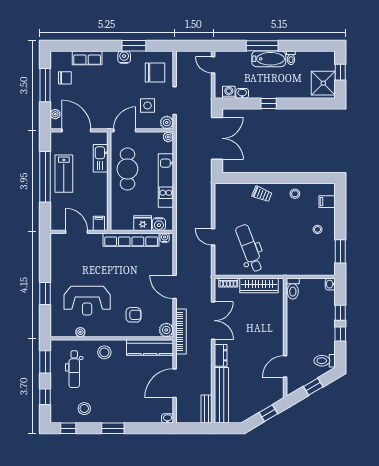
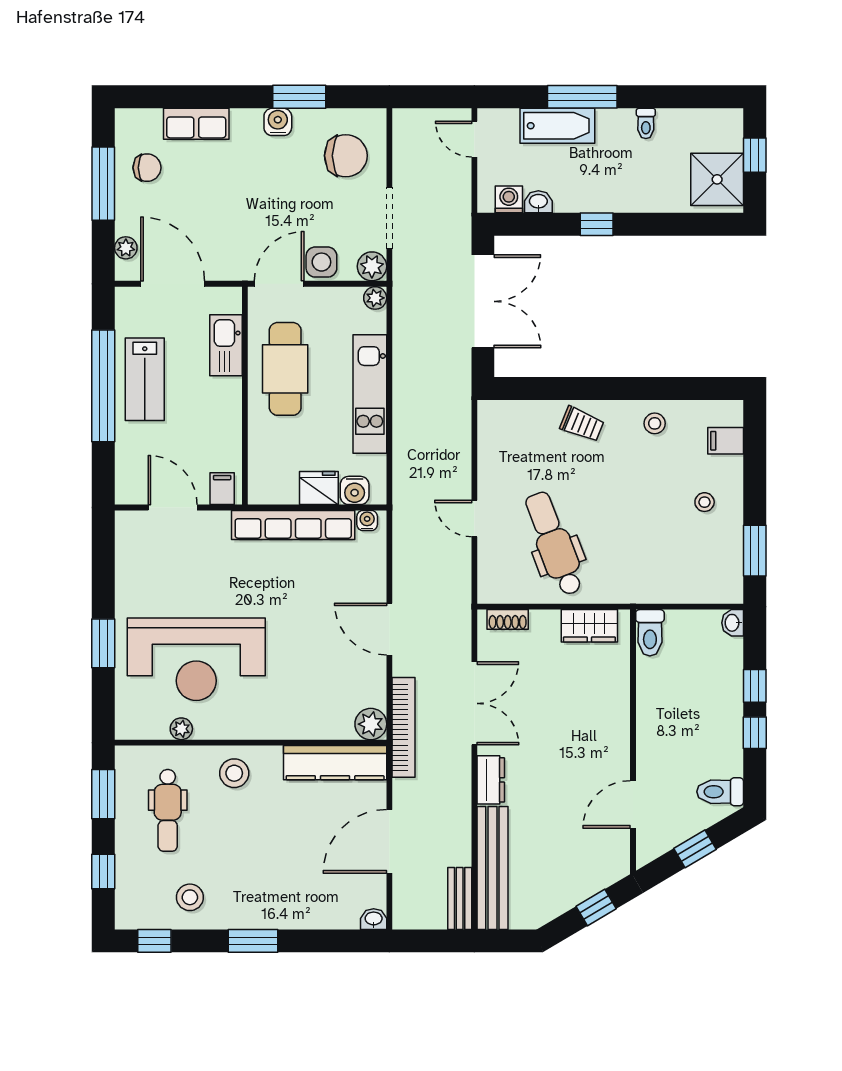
bathtub: (269, 59) -> (557, 126), moved
side table: (147, 106) -> (321, 262), moved
wardrobe: (259, 285) -> (589, 626), width x0.67
reception desk: (87, 301) -> (196, 659), width x1.36, depth x1.30
armchair: (134, 315) -> (299, 691), removed

